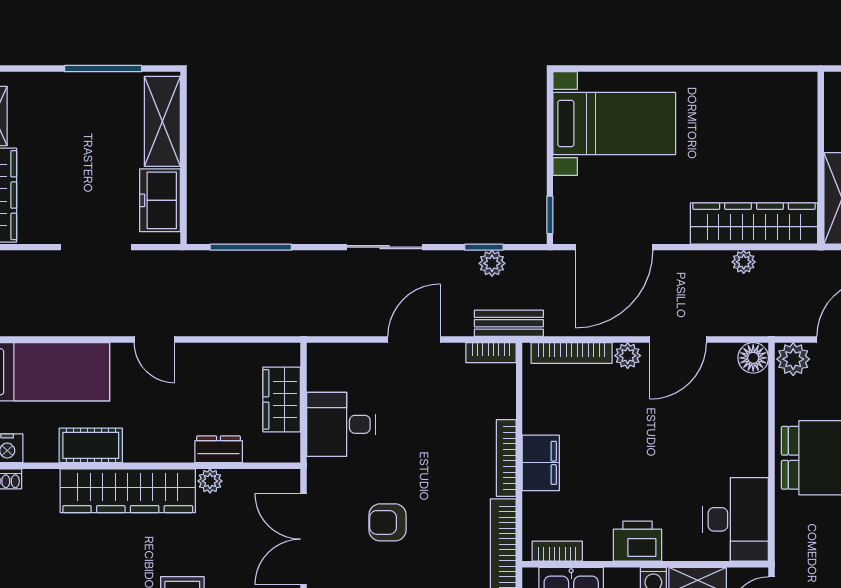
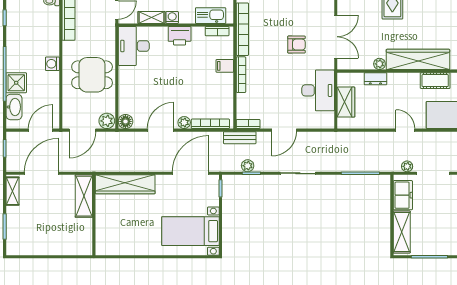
plant: (744, 262) -> (407, 166), moved
desk: (341, 424) -> (318, 90), width x1.37
filing cabinet: (541, 463) -> (225, 66), width x0.50

